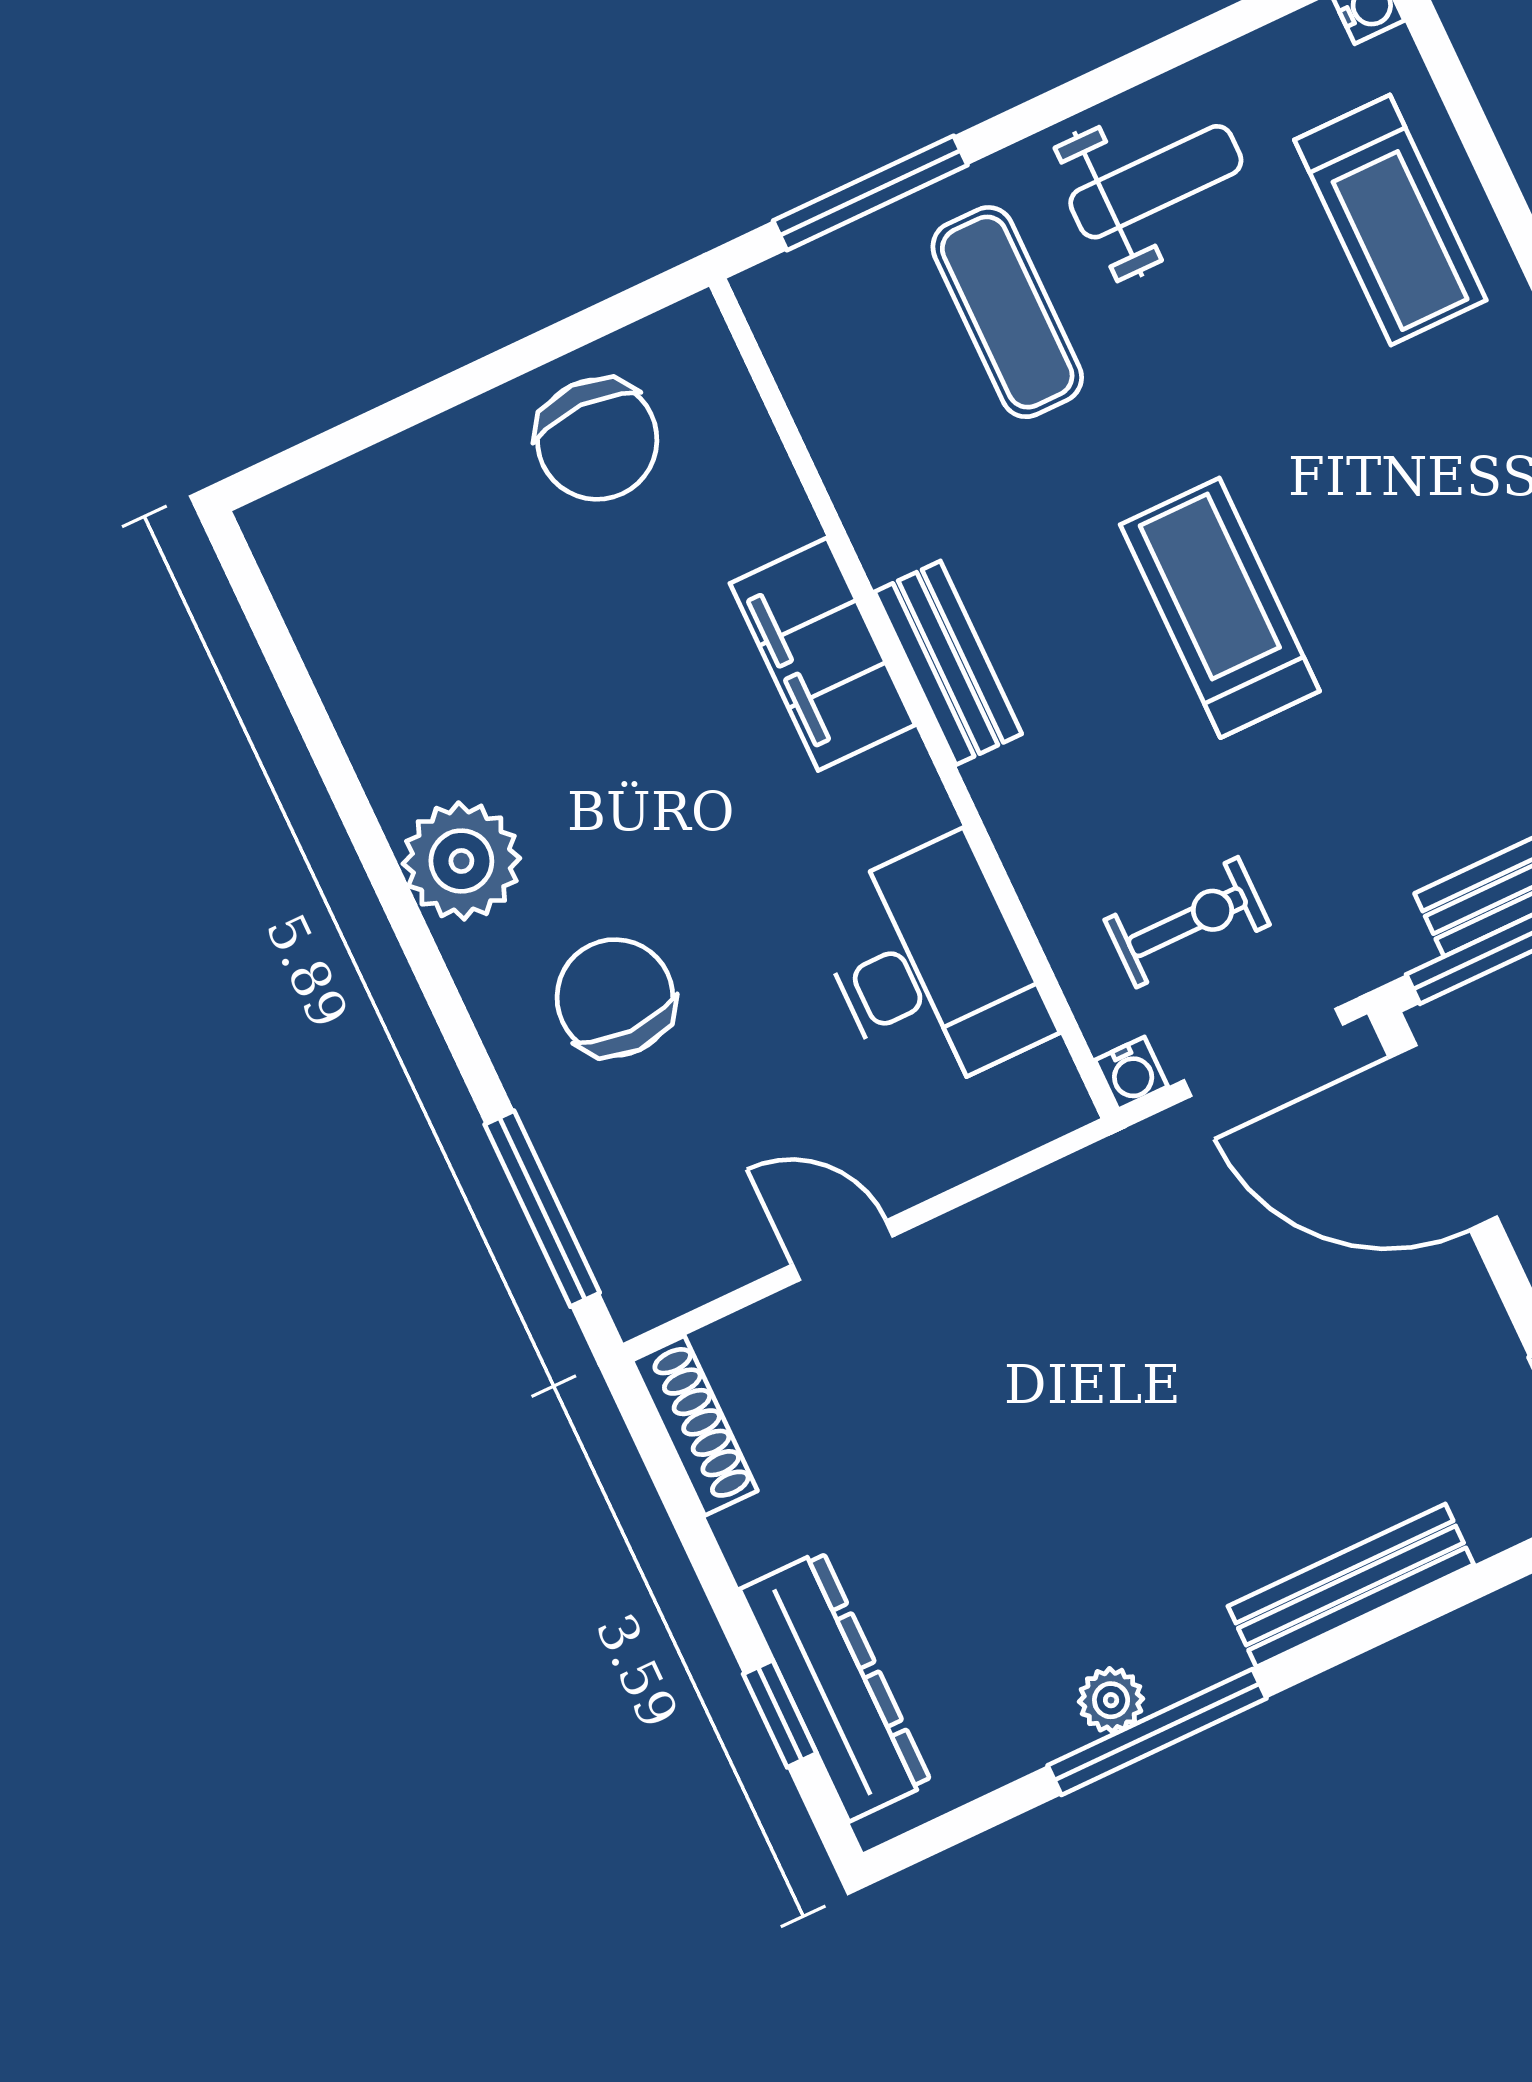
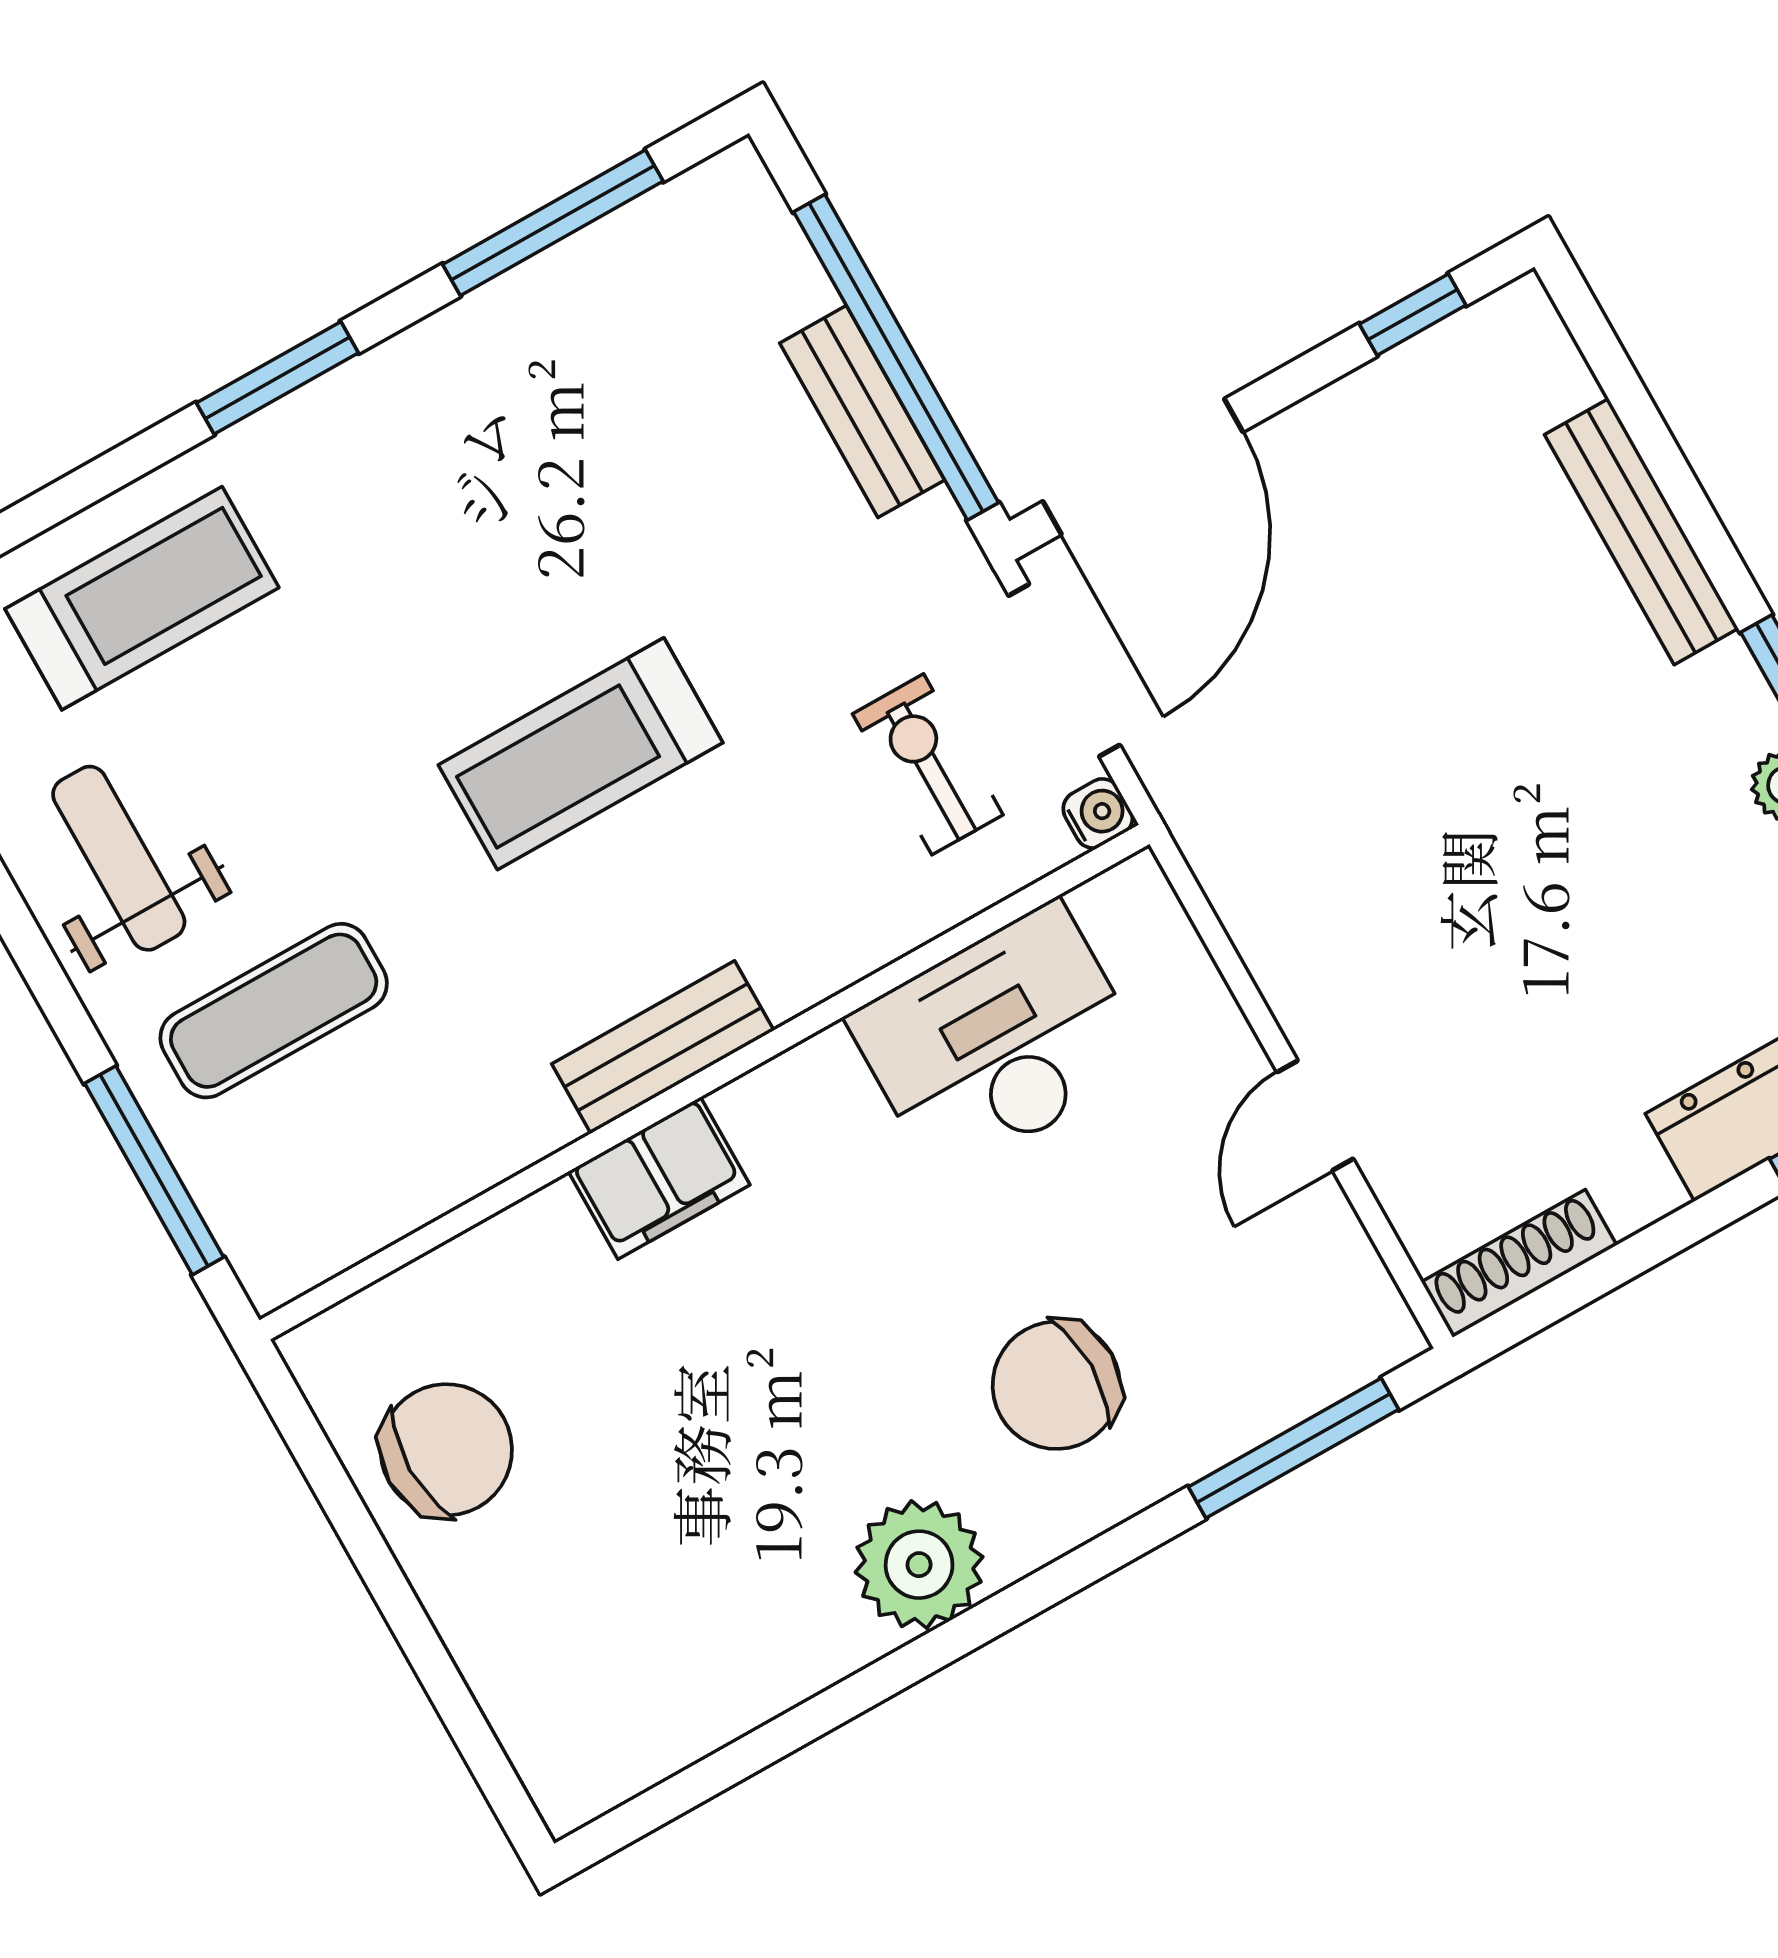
filing cabinet: (823, 654) -> (659, 1178), width x0.67, depth x0.86

